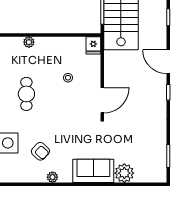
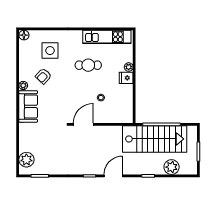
fridge: (93, 45) -> (126, 78), moved
door: (102, 100) -> (83, 124), swing flipped
sofa: (93, 171) -> (28, 106), moved
plant: (124, 173) -> (26, 160), moved

